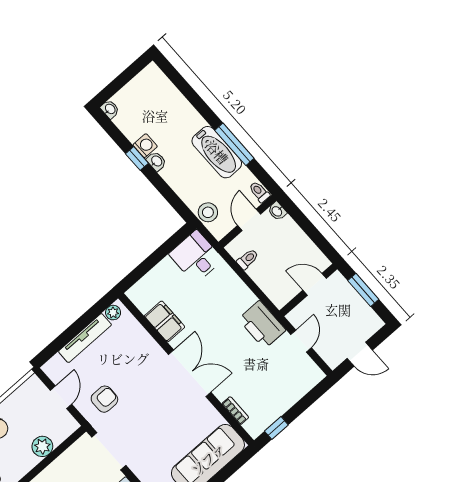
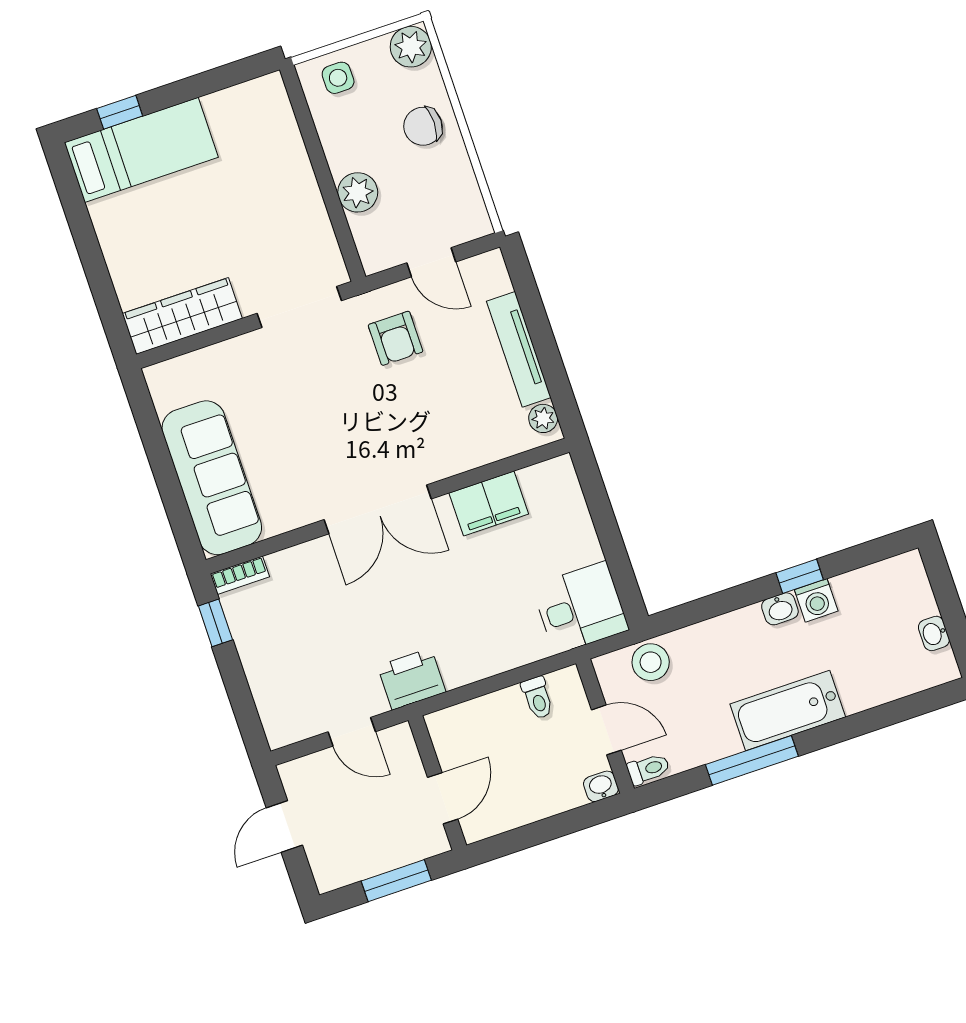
washbasin: (110, 109) -> (934, 633), moved, turned 90
bathtub: (217, 152) -> (788, 711), moved
printer: (262, 325) -> (412, 679), width x0.73, depth x0.84
bookcase: (235, 411) -> (240, 575), moved

